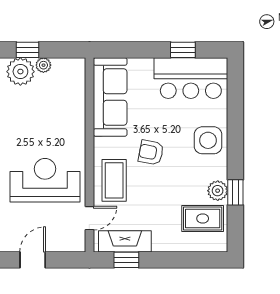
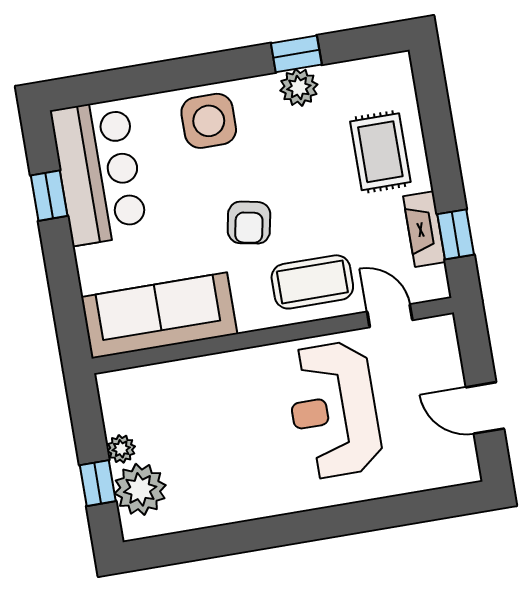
rug: (203, 218) -> (380, 152), moved
fireplace: (125, 241) -> (424, 229), width x0.73, depth x0.76

